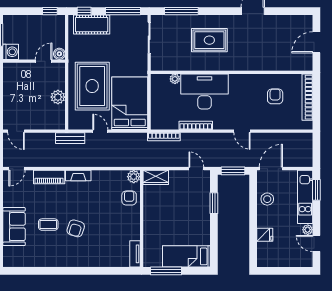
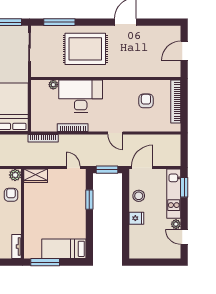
rug: (209, 40) -> (85, 49), width x1.37, depth x1.44
fridge: (265, 235) -> (136, 218), moved

